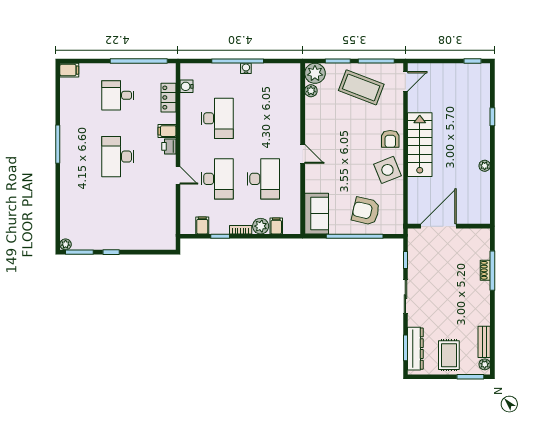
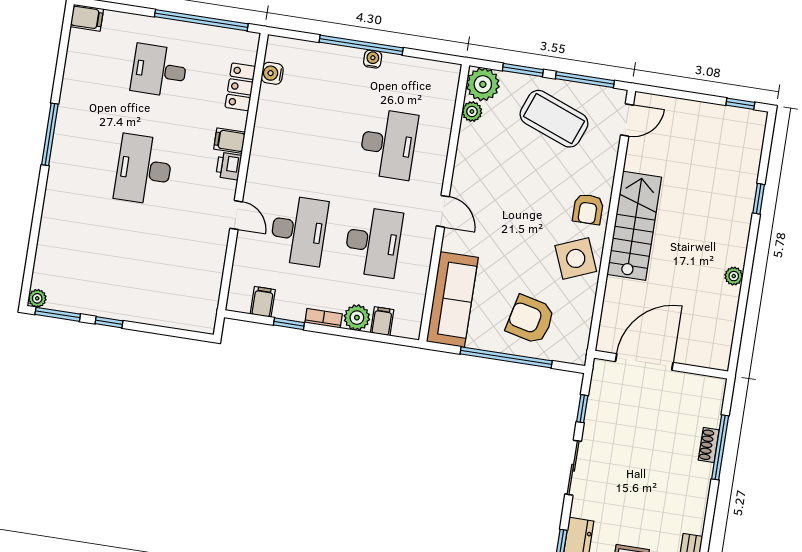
desk: (217, 118) -> (388, 144), moved
sofa: (317, 214) -> (452, 299), width x1.36

